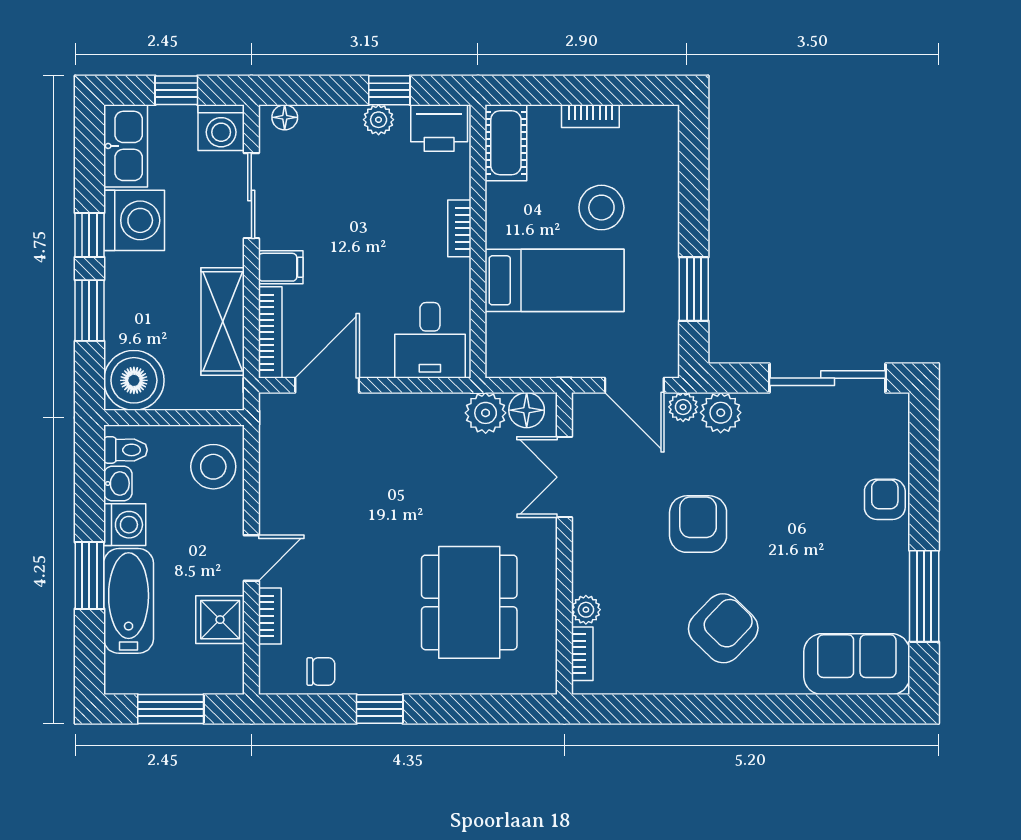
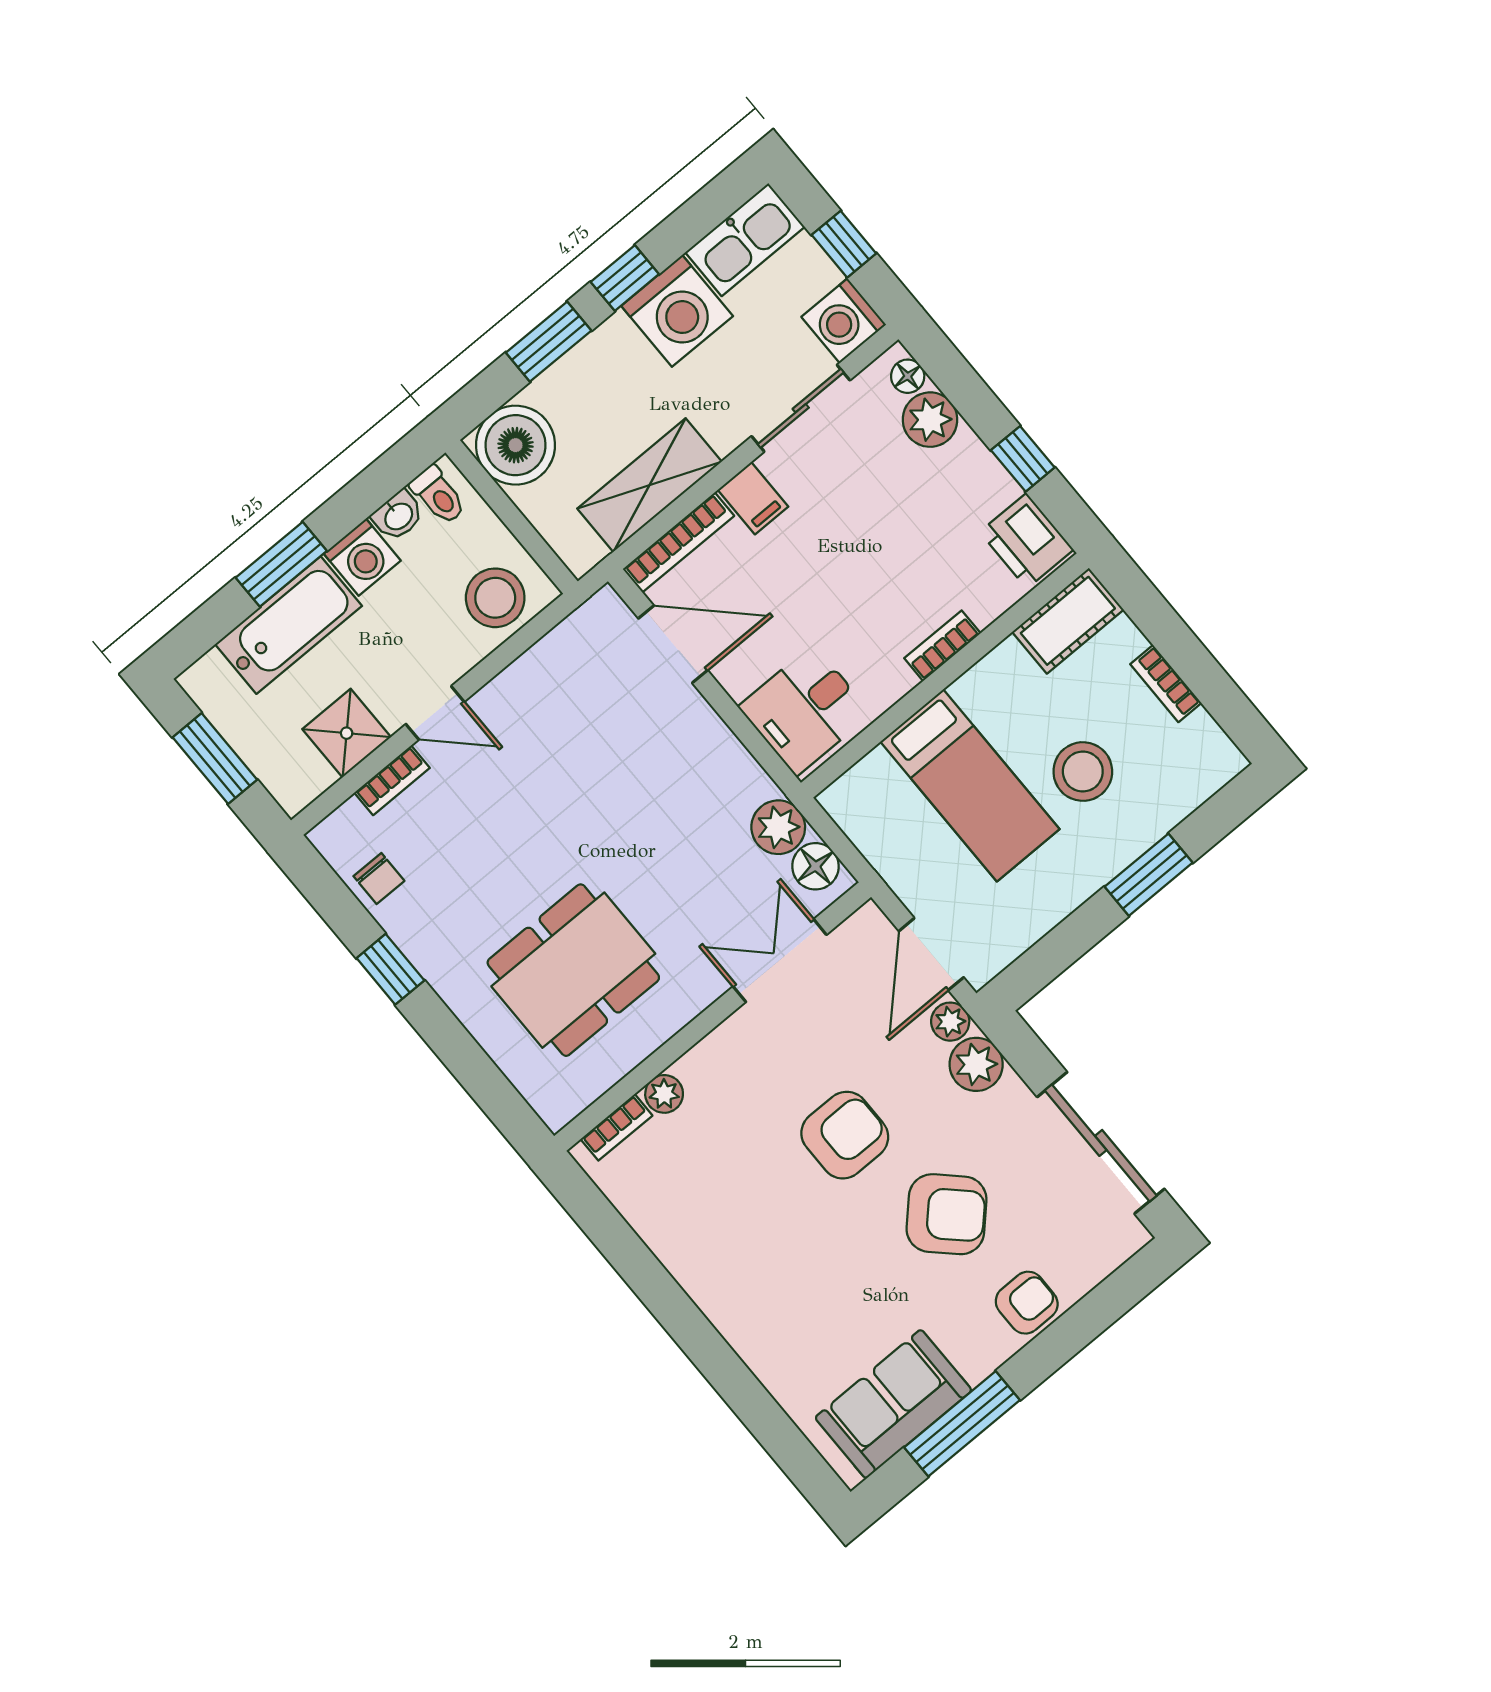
plant: (379, 120) -> (930, 420), moved, width x1.38, depth x1.38
window: (694, 289) -> (1149, 875), moved
armchair: (723, 628) -> (947, 1214), moved
sofa: (857, 664) -> (893, 1404), moved, turned -90

